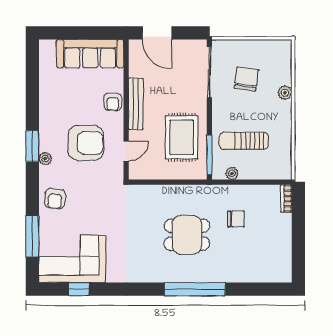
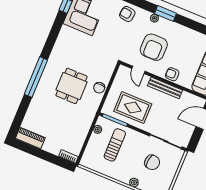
chair: (236, 219) -> (99, 88), moved
piano: (283, 262) -> (30, 138), added

